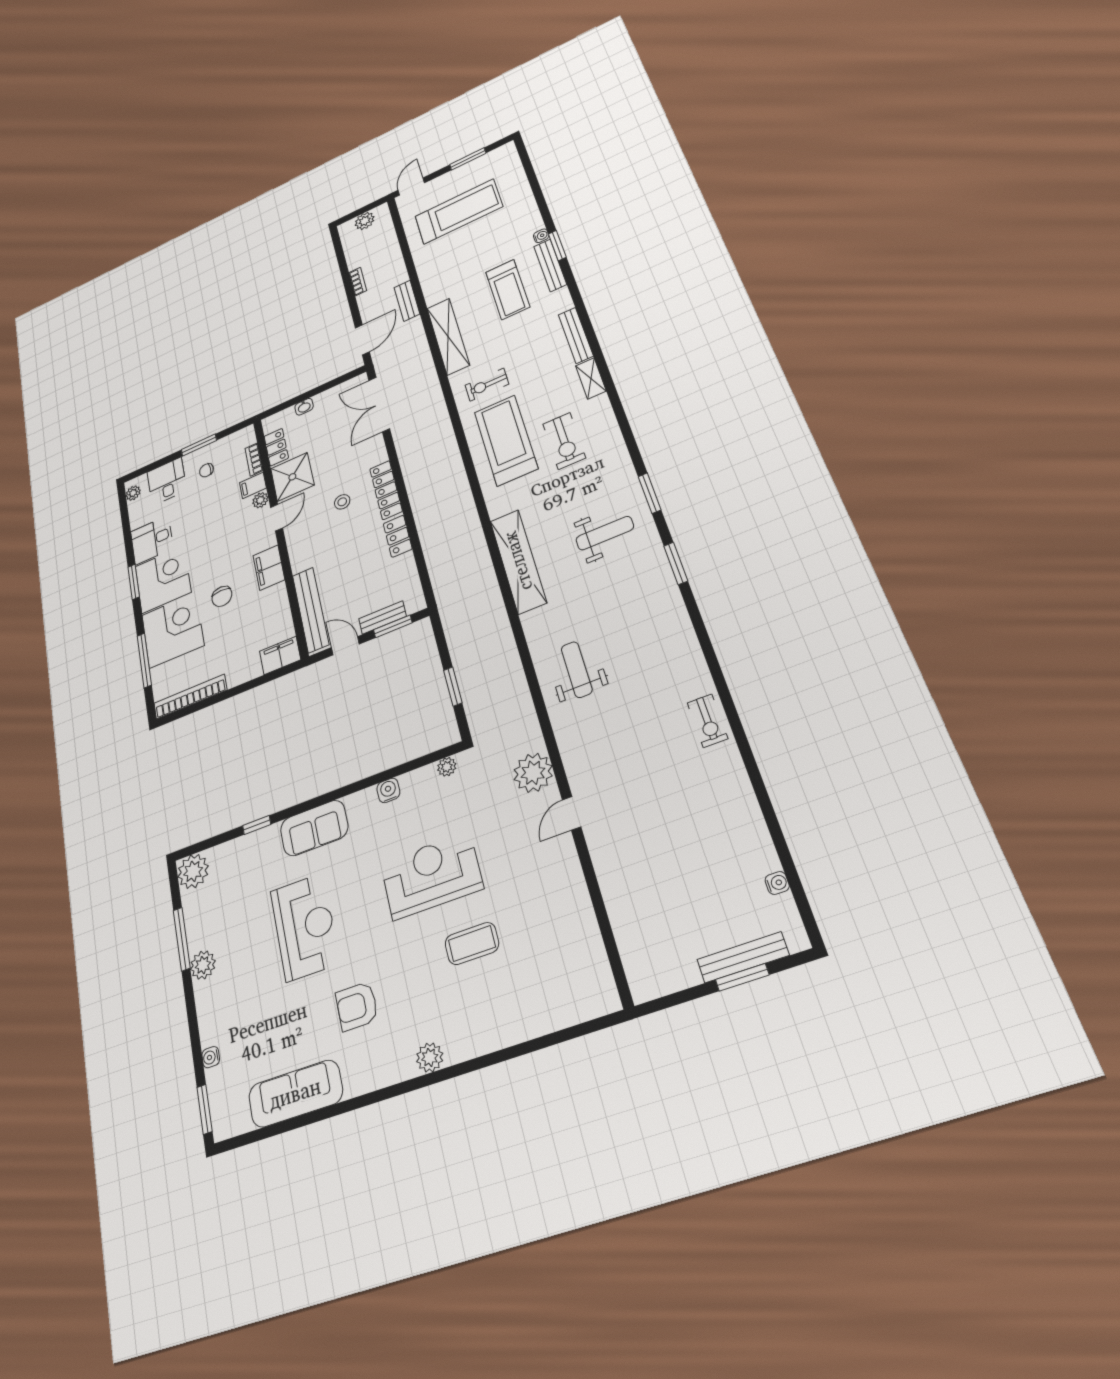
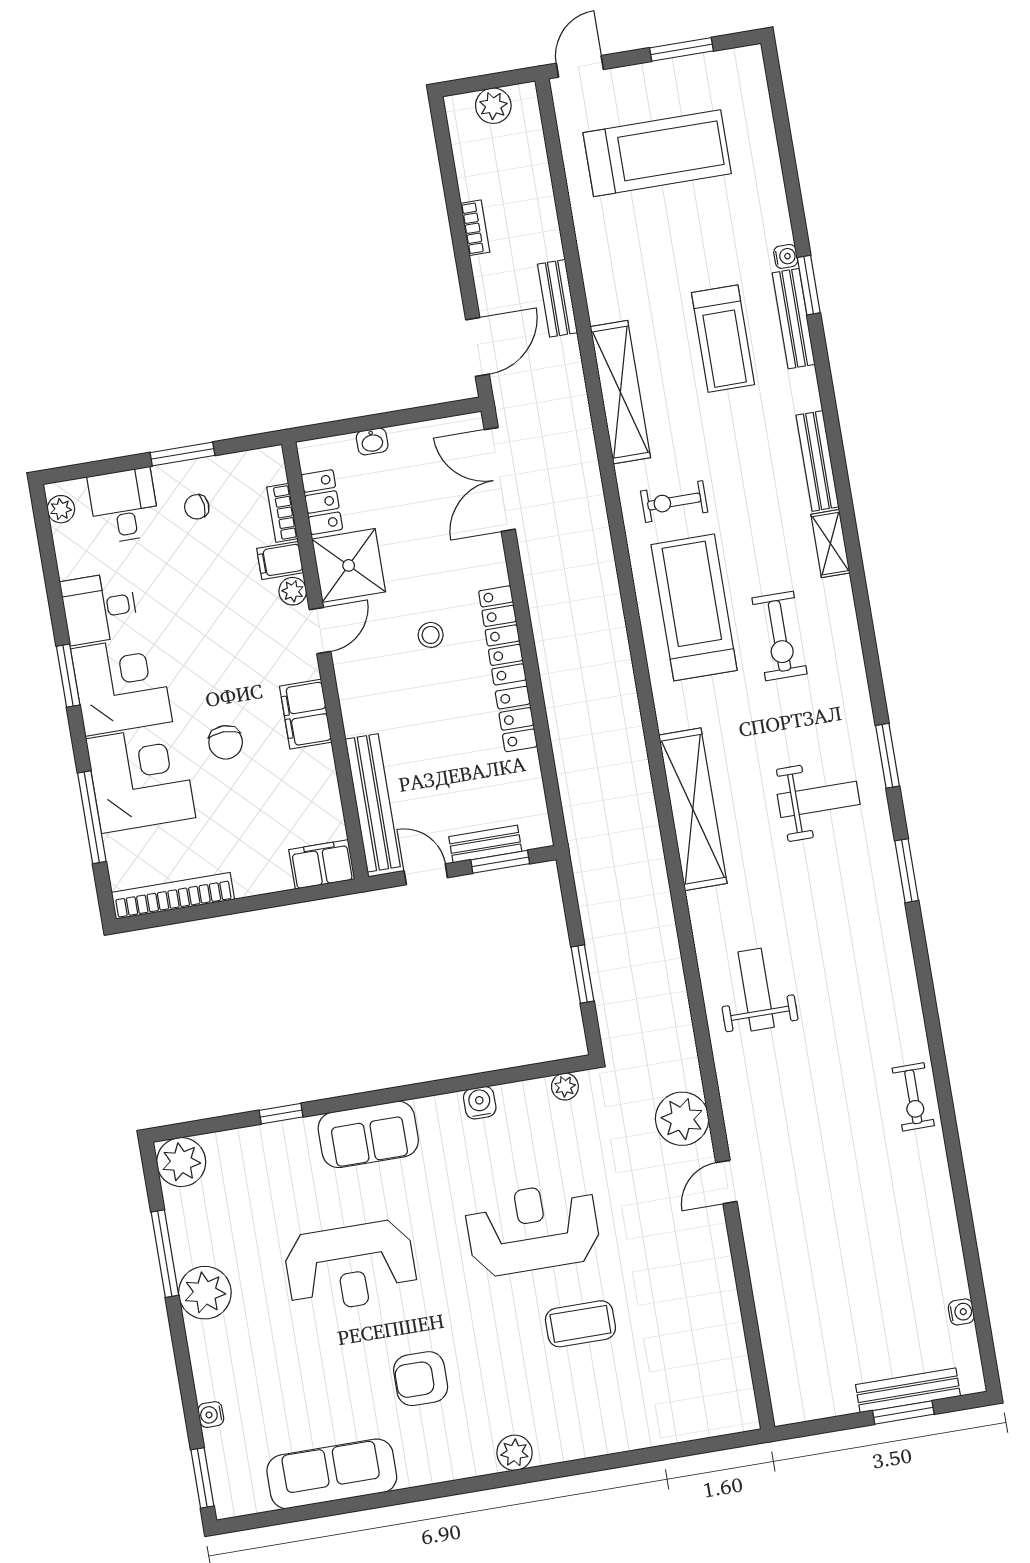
reception desk: (305, 927) -> (350, 1266), turned 90
plant: (203, 965) -> (205, 1293), width x1.36, depth x1.36

